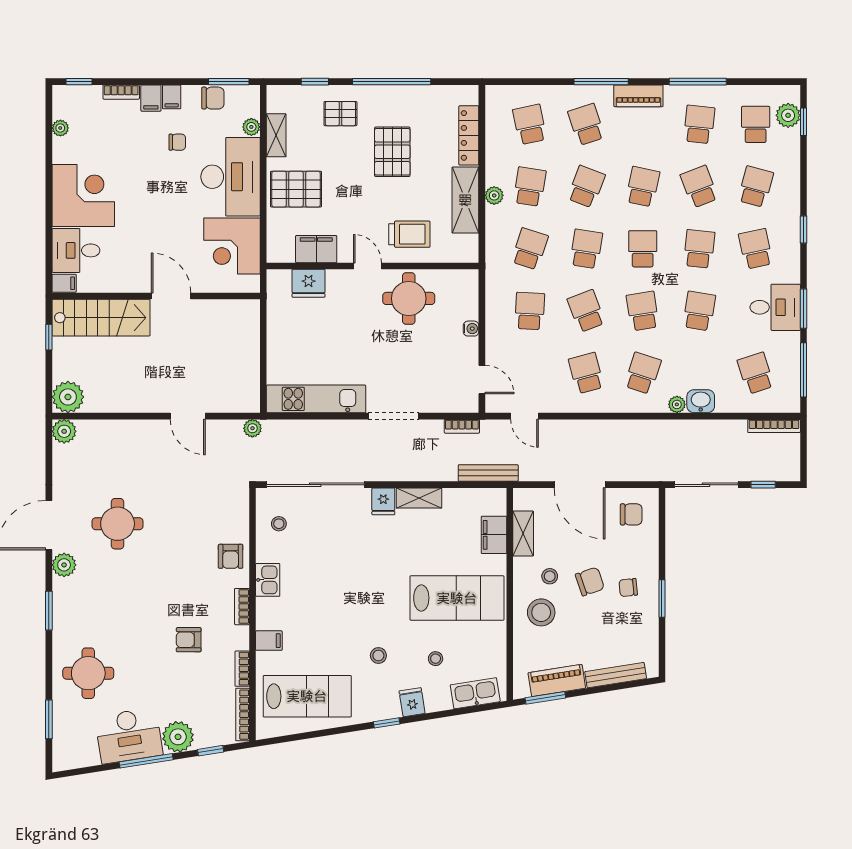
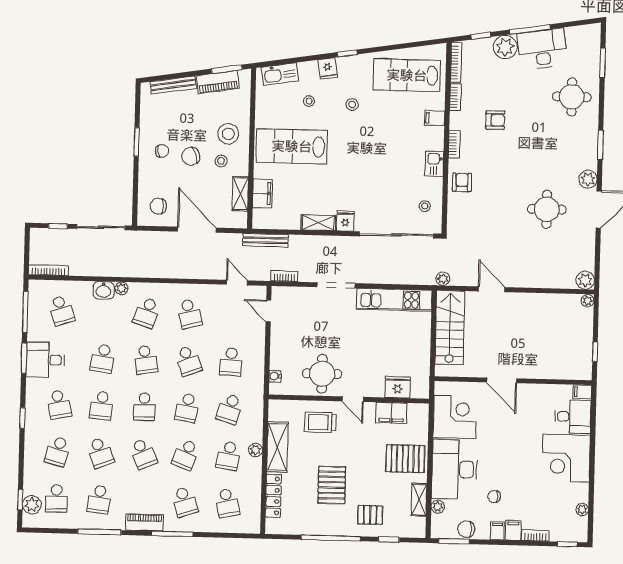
school desk: (643, 187) -> (143, 454), turned -36
stairs: (101, 318) -> (450, 328), moved, turned 90
water cooler: (471, 329) -> (275, 376), moved
plant: (68, 397) -> (587, 301), width x0.53, depth x0.53

